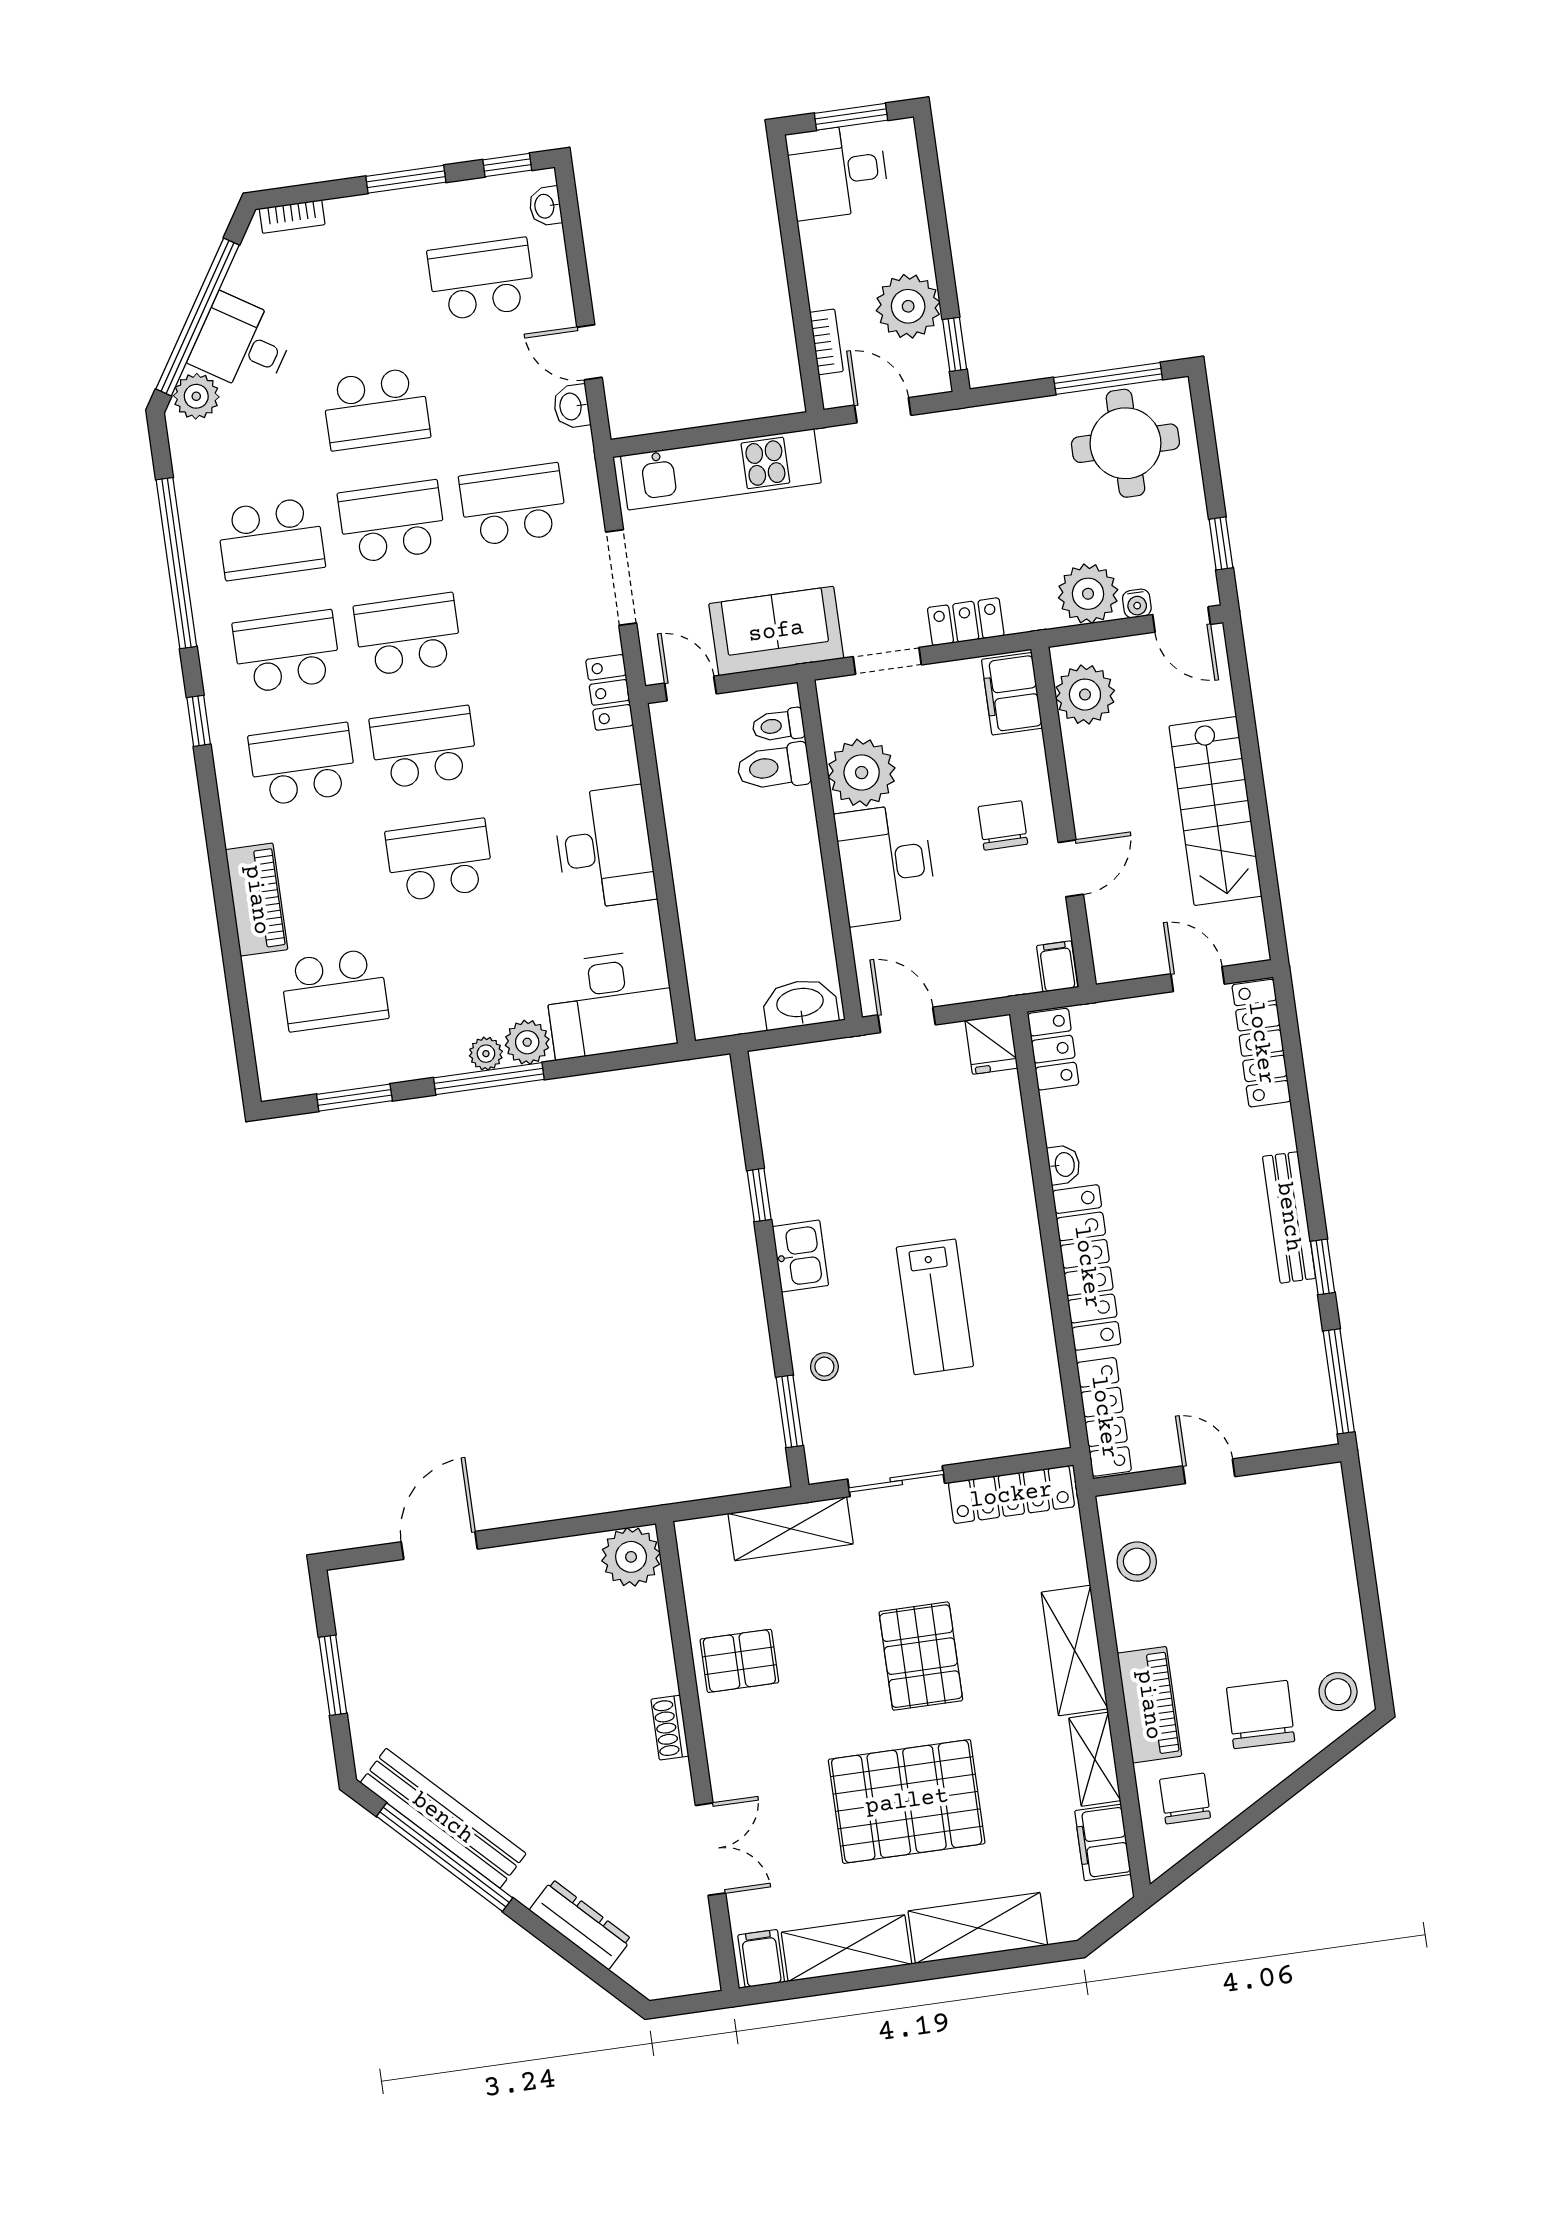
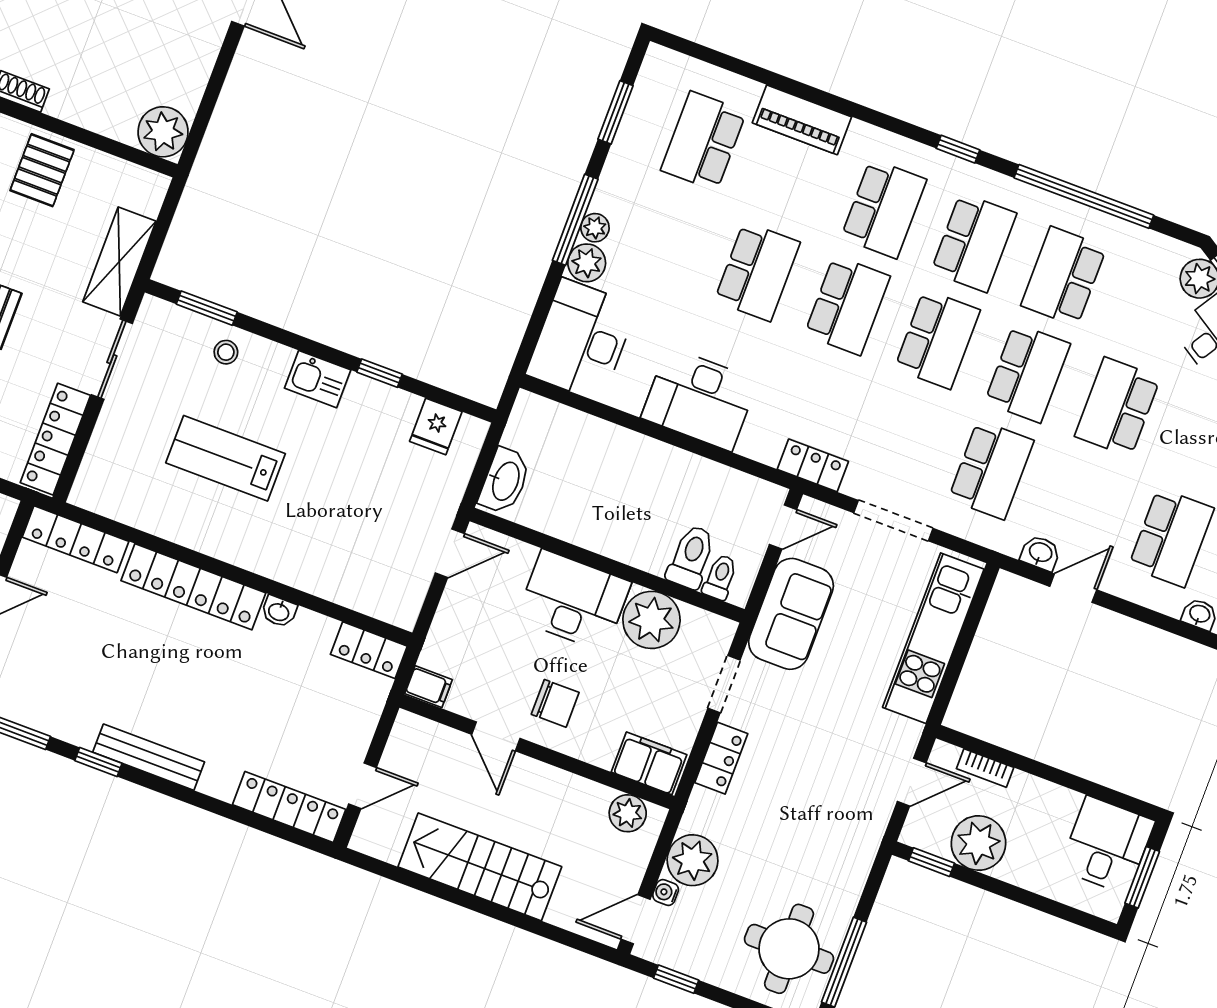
plant: (1085, 695) -> (628, 813), width x0.73, depth x0.73
fridge: (991, 1044) -> (436, 426), moved, turned -90

